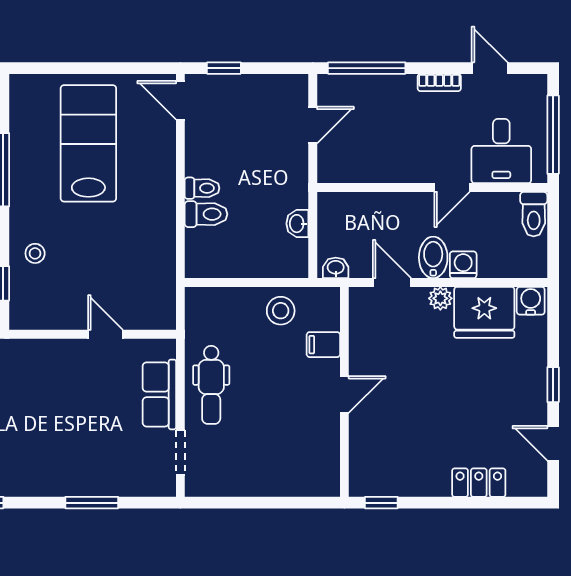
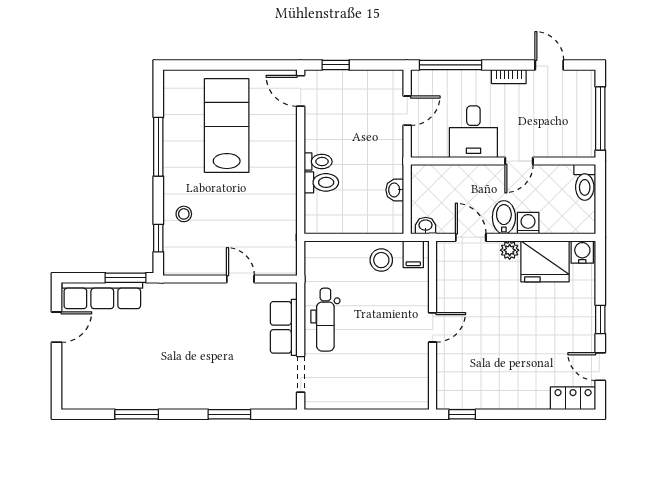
desk: (501, 151) -> (473, 132), moved
filing cabinet: (323, 345) -> (413, 254), moved, turned -90
locker: (479, 483) -> (573, 398), moved

